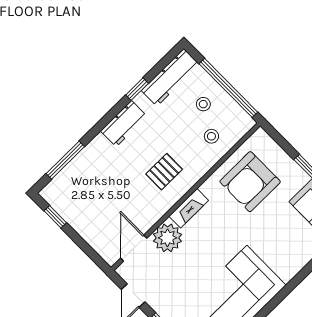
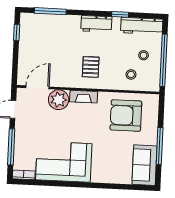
pallet: (164, 172) -> (91, 67), turned 90

